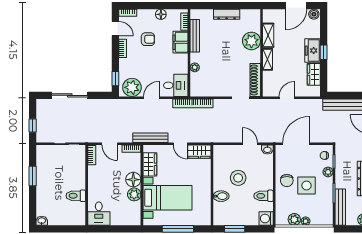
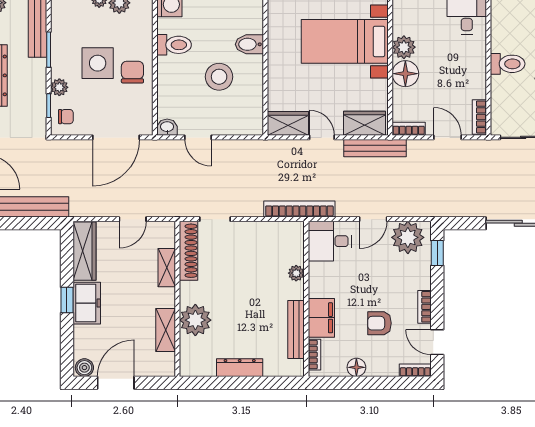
shelving: (268, 59) -> (167, 268), moved
wardrobe: (314, 74) -> (84, 251), width x1.50
wardrobe: (150, 164) -> (364, 123), moved, turned 90
toilet: (76, 196) -> (508, 64), moved

